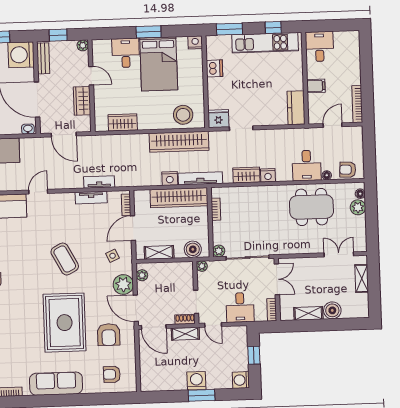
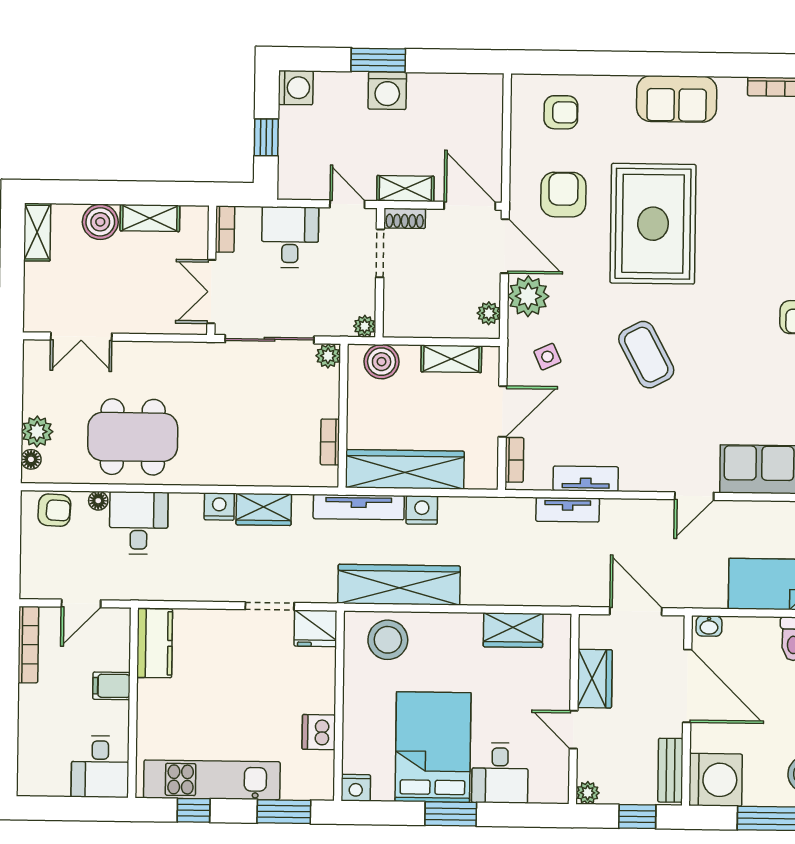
shelving: (362, 278) -> (37, 232), moved
sofa: (56, 384) -> (677, 99), width x0.73

